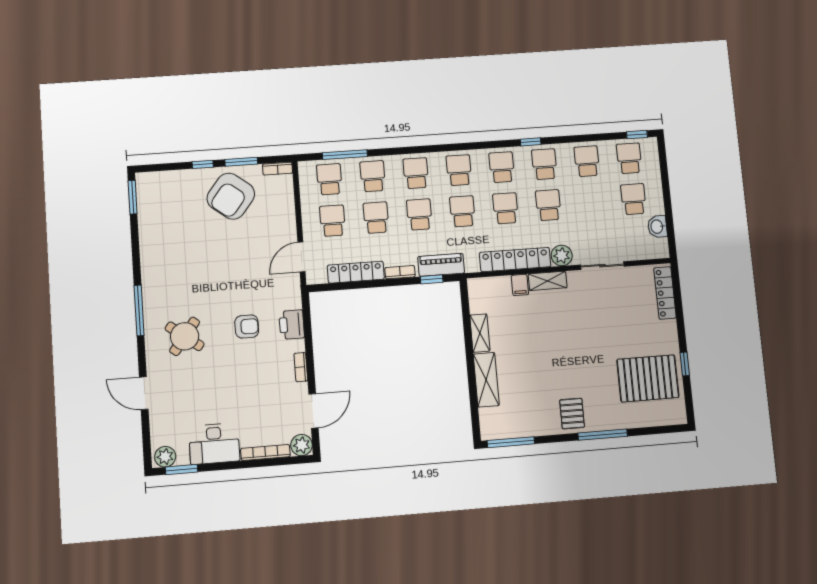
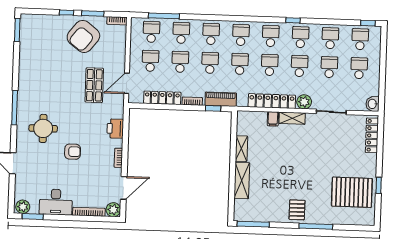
school desk: (591, 202) -> (329, 67), added
washbasin: (657, 227) -> (373, 104), moved
shop shelf: (254, 265) -> (94, 85), added
armchair: (247, 326) -> (73, 152), moved
round table: (185, 336) -> (43, 128), turned -37

